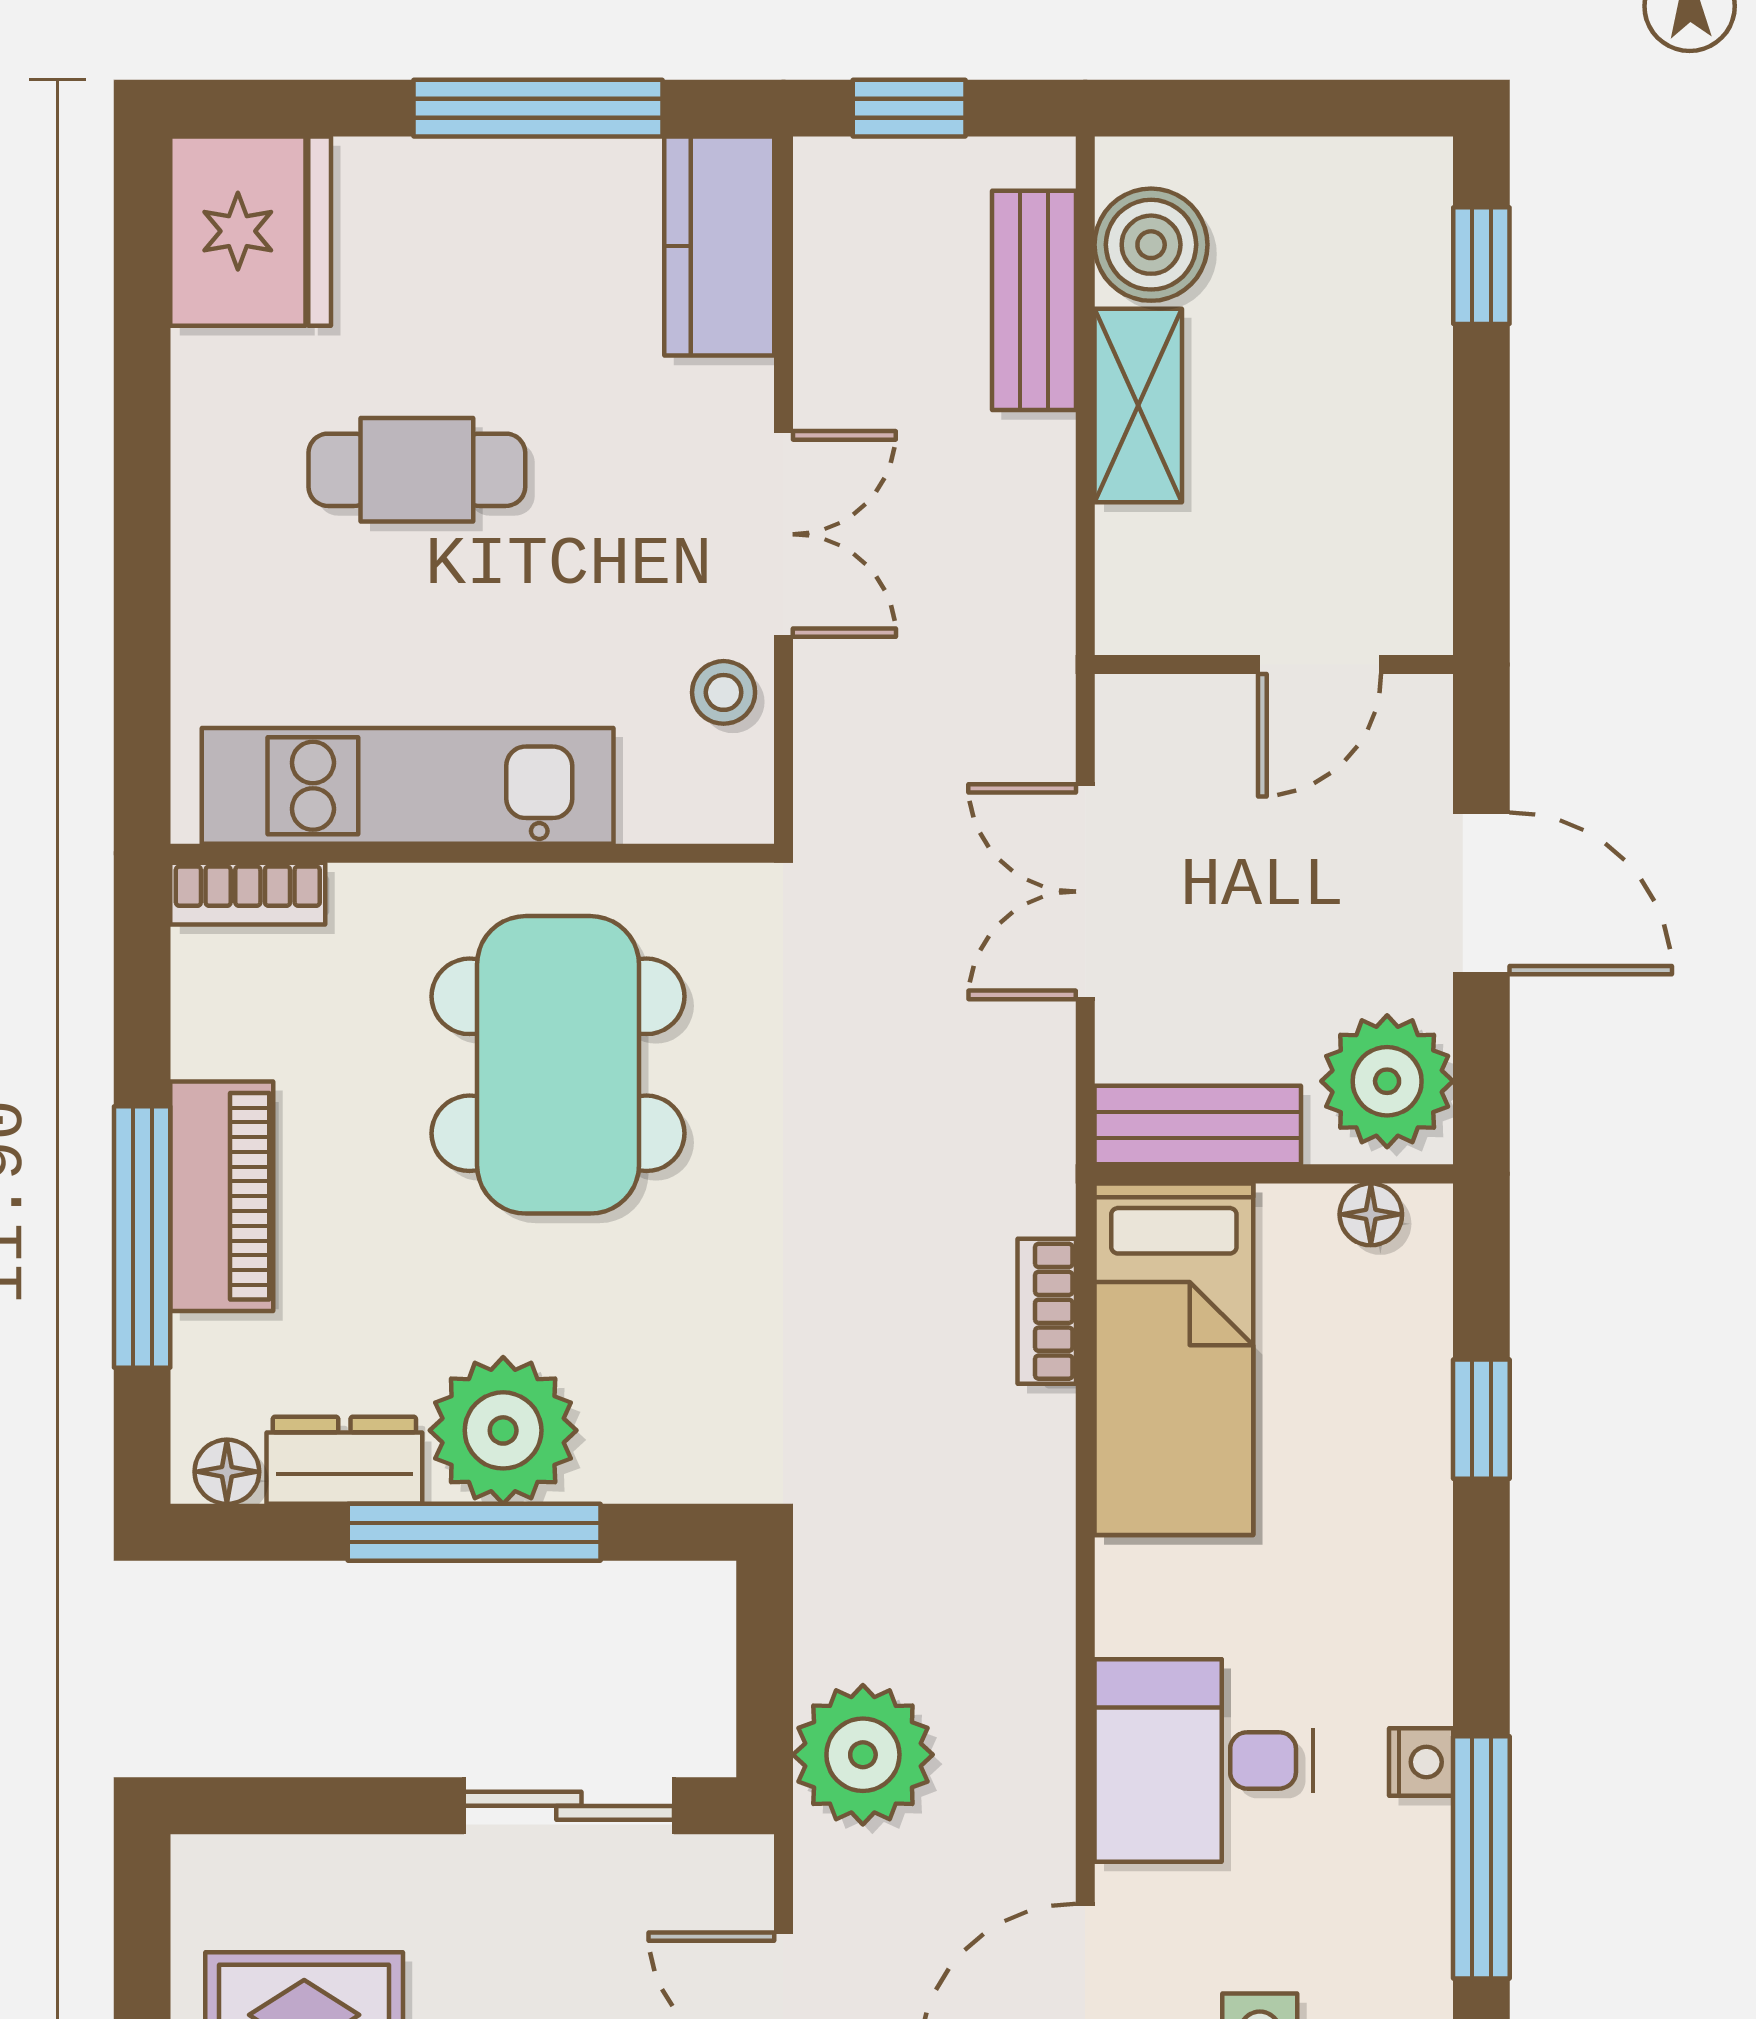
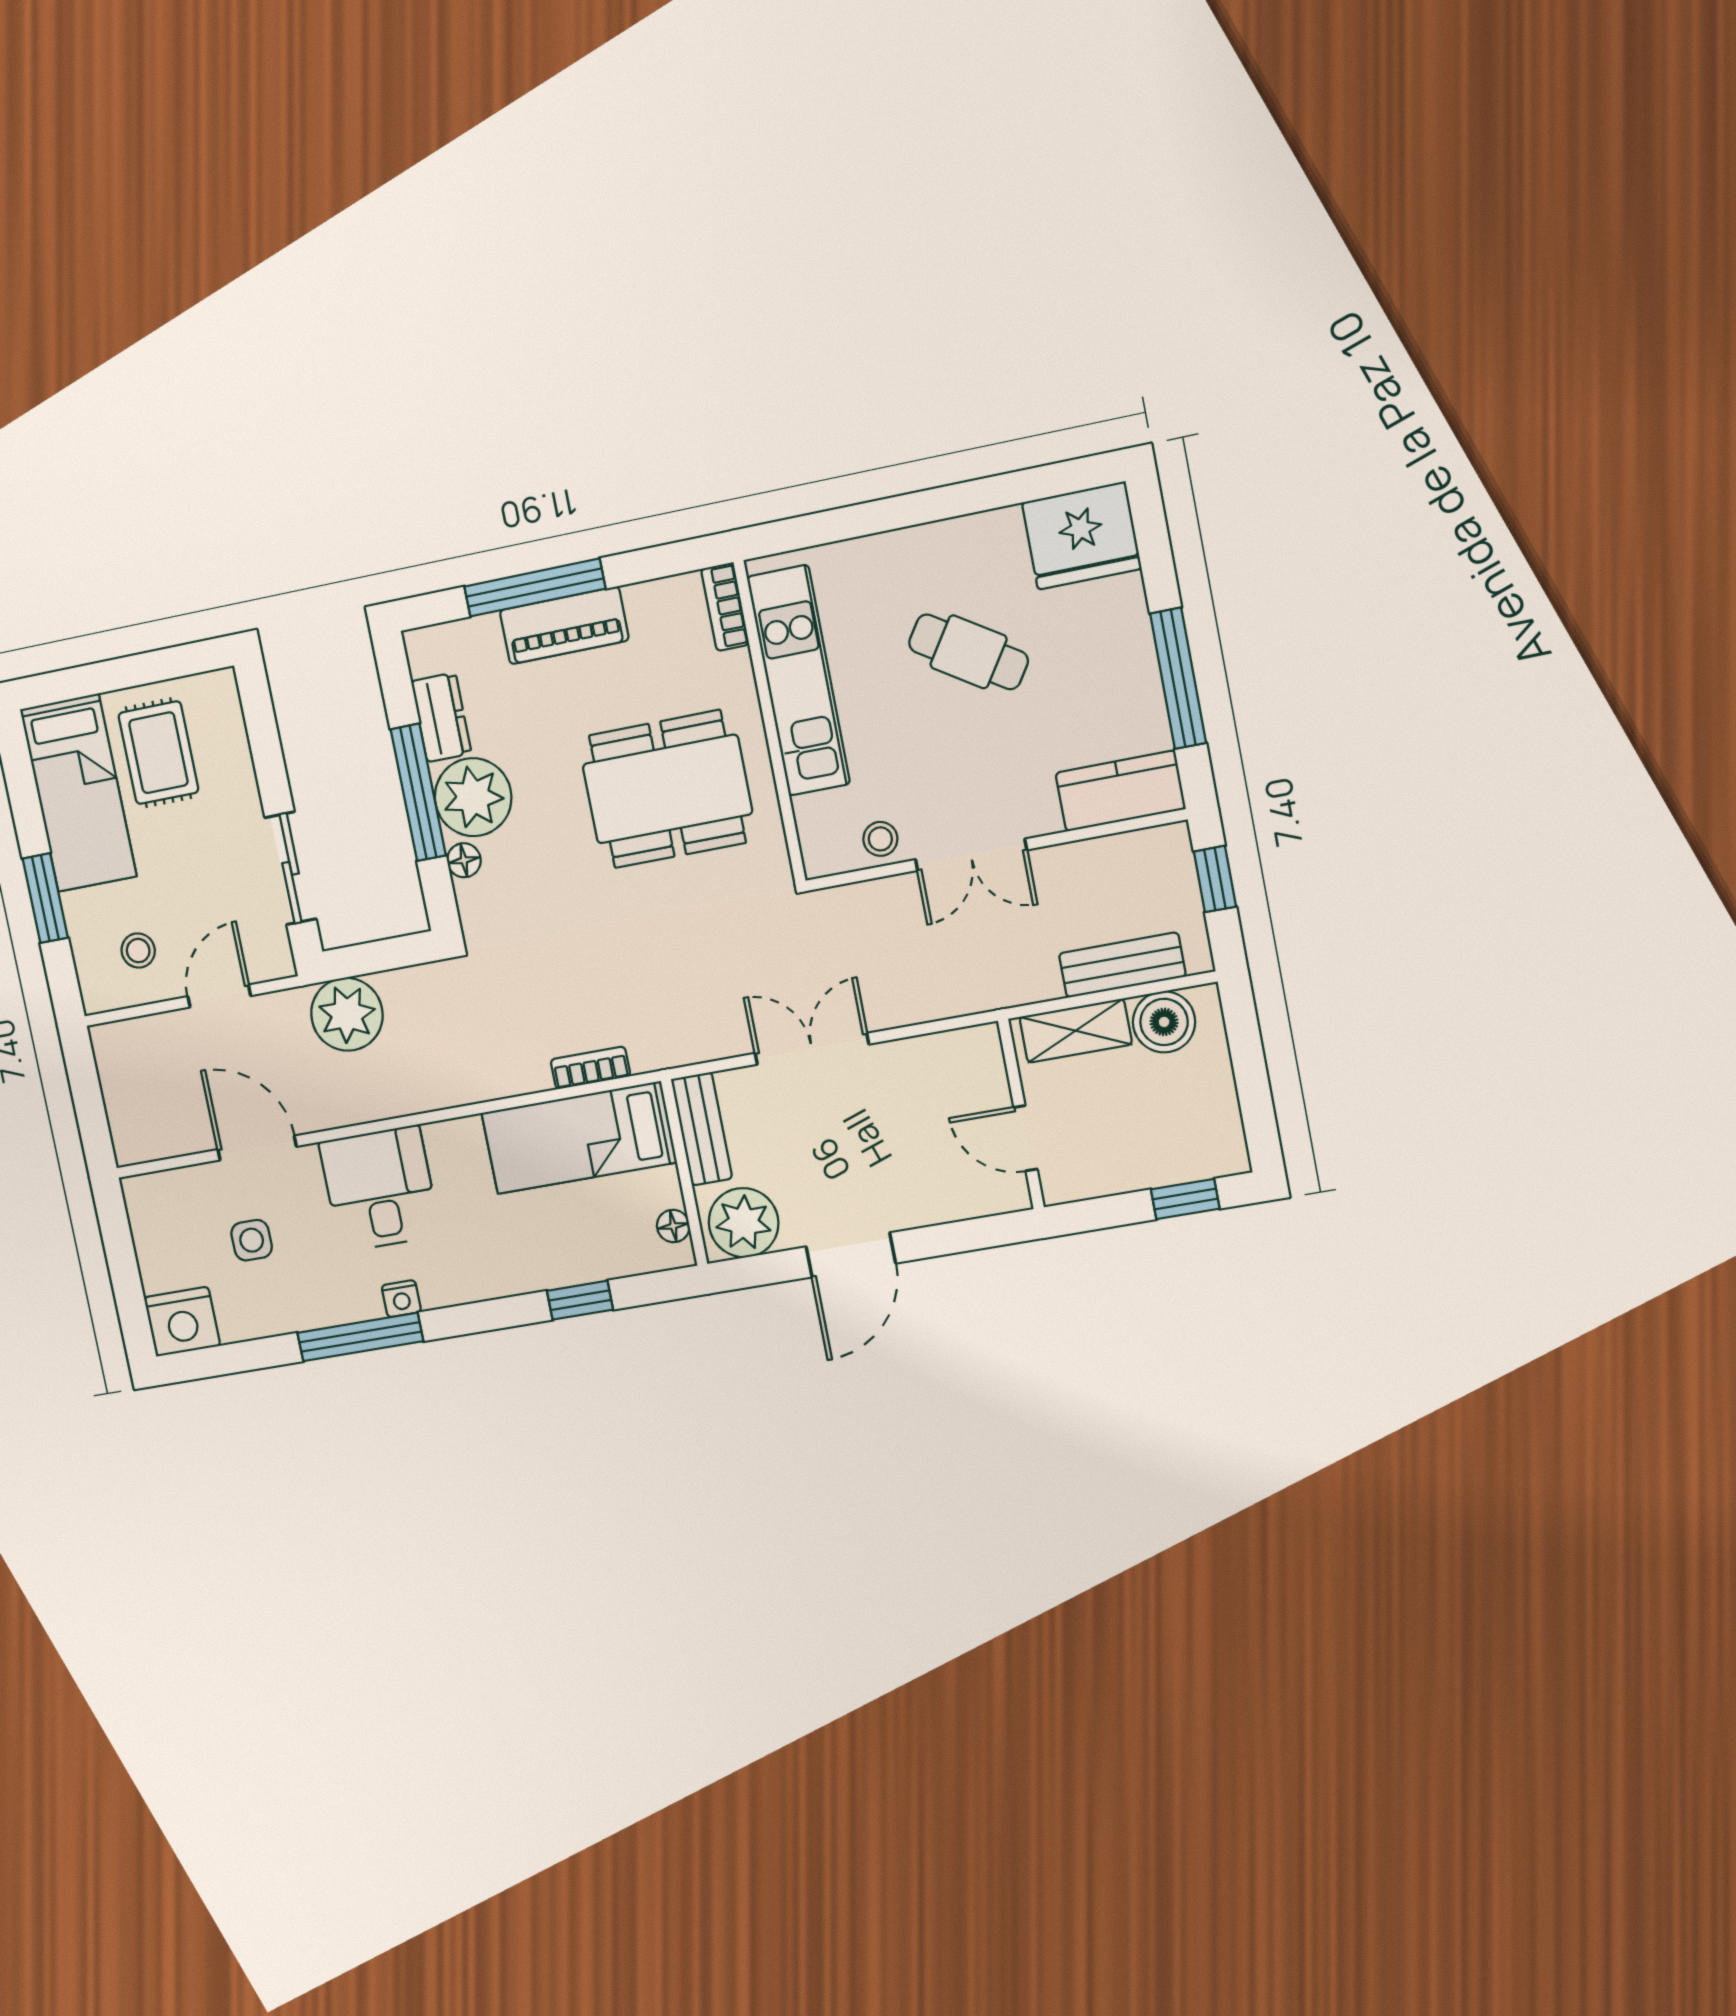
cafe table: (417, 470) -> (969, 652), turned -57
wall: (1274, 665) -> (1021, 1114), moved
door: (1320, 665) -> (1025, 1138), moved
floor lamp: (227, 1472) -> (464, 860), moved

